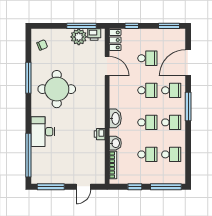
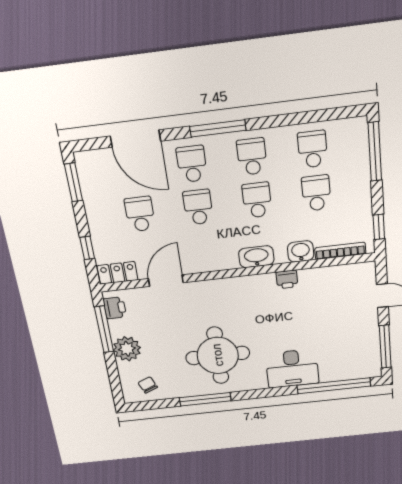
plant: (79, 37) -> (127, 349), moved
window: (135, 187) -> (379, 227), moved

